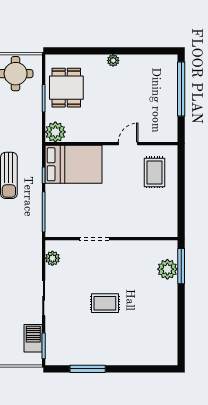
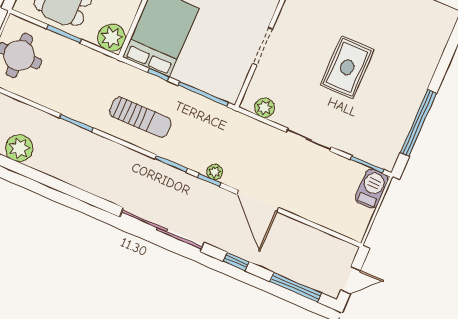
rug: (105, 303) -> (347, 67), width x1.36, depth x1.43
barbecue: (33, 338) -> (372, 189), moved, turned 90
window: (88, 369) -> (418, 123), width x1.46

